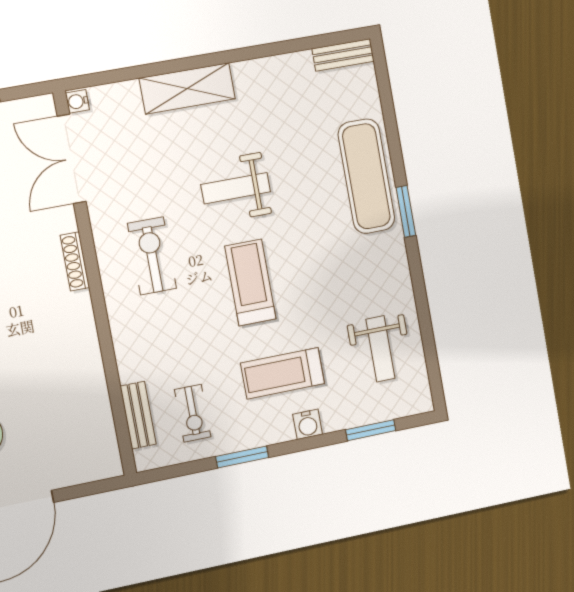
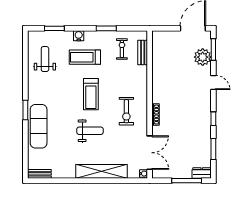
shelving: (187, 88) -> (102, 171), width x1.47
treadmill: (283, 373) -> (85, 57), turned 180

